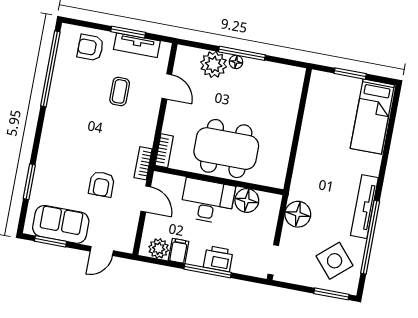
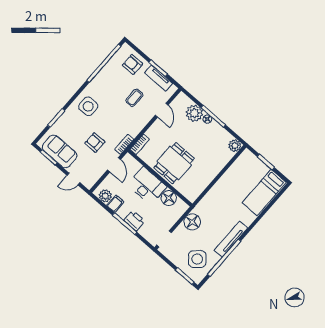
plant: (295, 76) -> (235, 146), added
side table: (64, 140) -> (88, 106), added
dining table: (226, 149) -> (174, 163), width x0.73
armchair: (102, 184) -> (95, 142), turned 90

